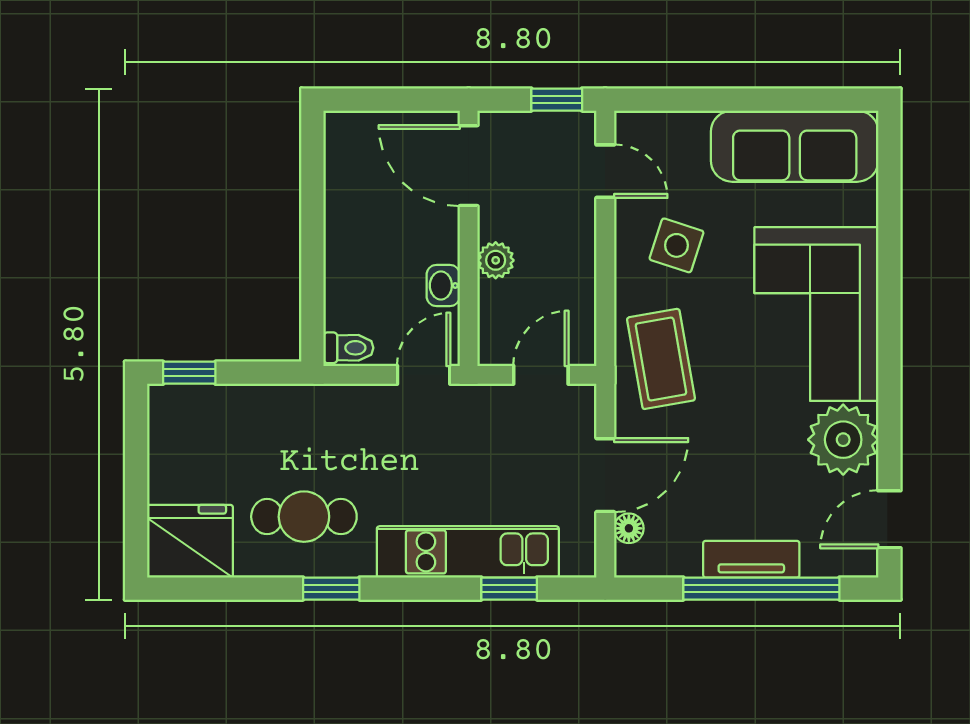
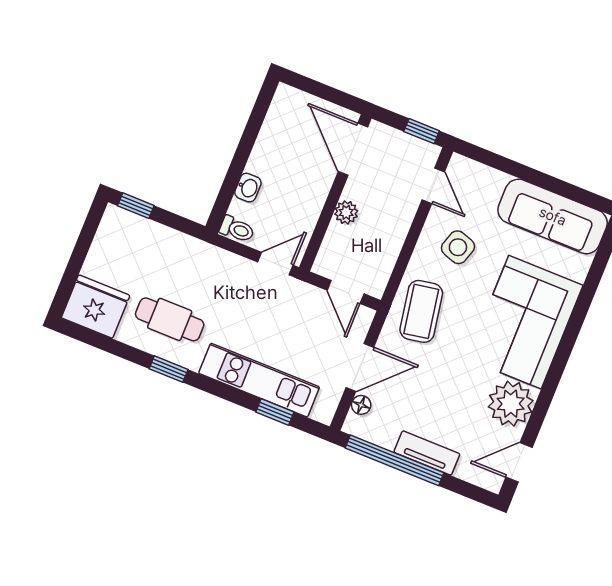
washbasin: (443, 286) -> (248, 188), moved, turned 180
door: (541, 375) -> (346, 292), swing flipped
window: (761, 589) -> (394, 460), moved

